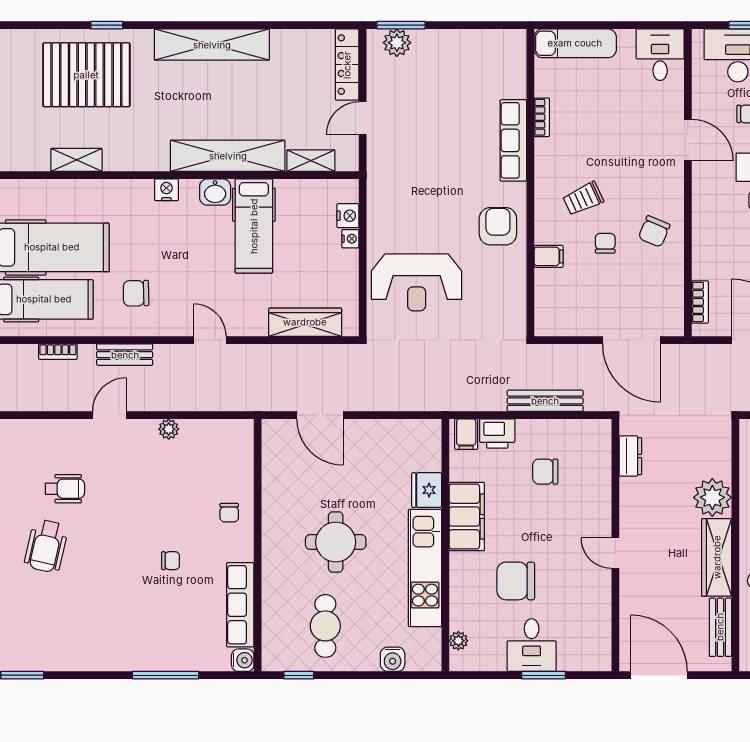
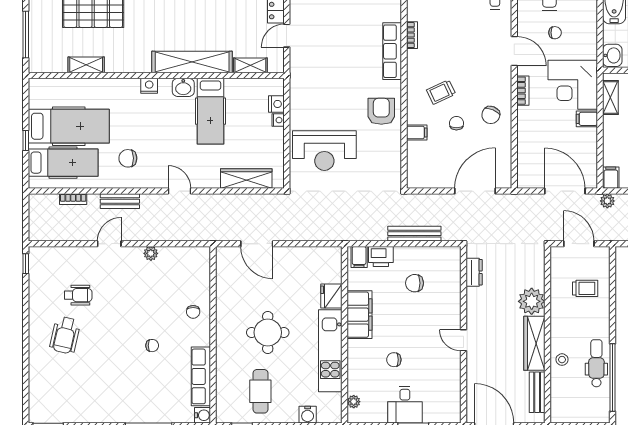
bookcase: (700, 302) -> (523, 91), moved
door: (632, 340) -> (475, 191), swing flipped
chair: (516, 581) -> (394, 360), width x0.54, depth x0.54

